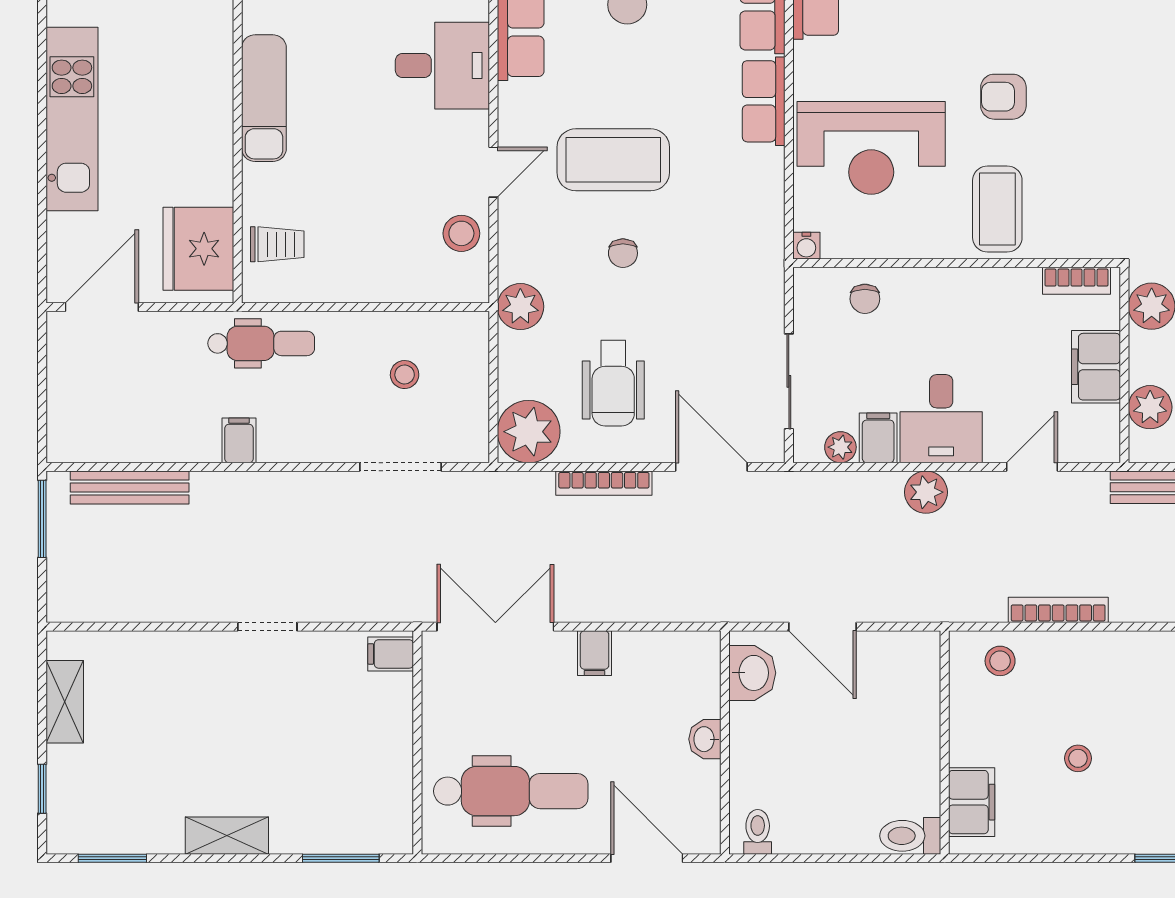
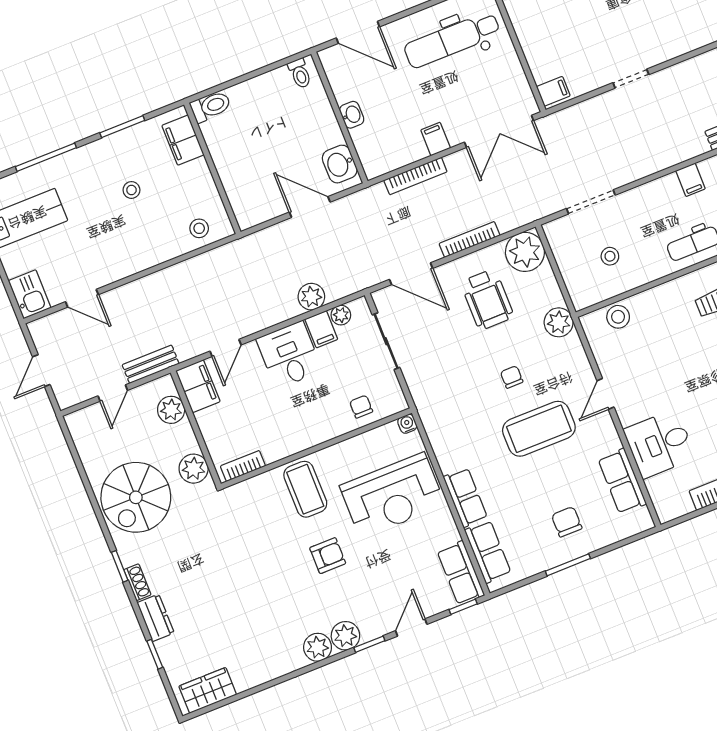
reception desk: (871, 148) -> (392, 495), turned 180
stool: (461, 233) -> (618, 317), moved
filing cabinet: (1096, 367) -> (198, 386), moved
wheelchair: (613, 383) -> (487, 299), turned 180
plant: (926, 492) -> (311, 297), moved
bookcase: (1058, 610) -> (415, 176), moved
window: (1054, 858) -> (122, 127), added

